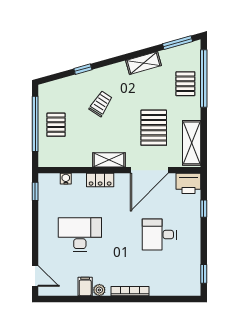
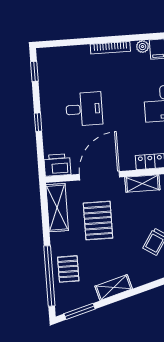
window: (204, 209) -> (38, 122), moved

